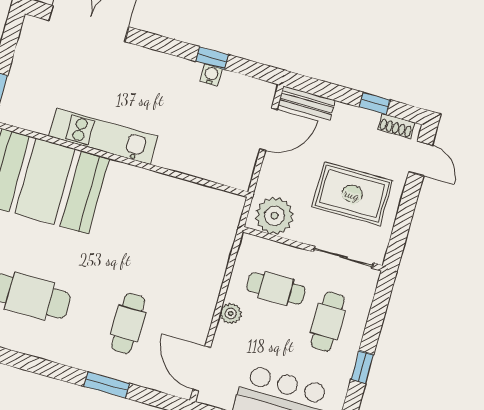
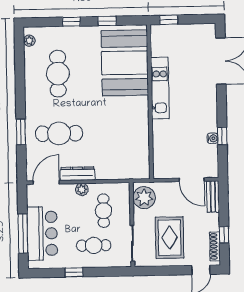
shoe rack: (396, 126) -> (215, 246), width x1.43
dresser: (203, 313) -> (78, 174), added
cafe table: (128, 323) -> (59, 133), width x1.37, depth x1.35

